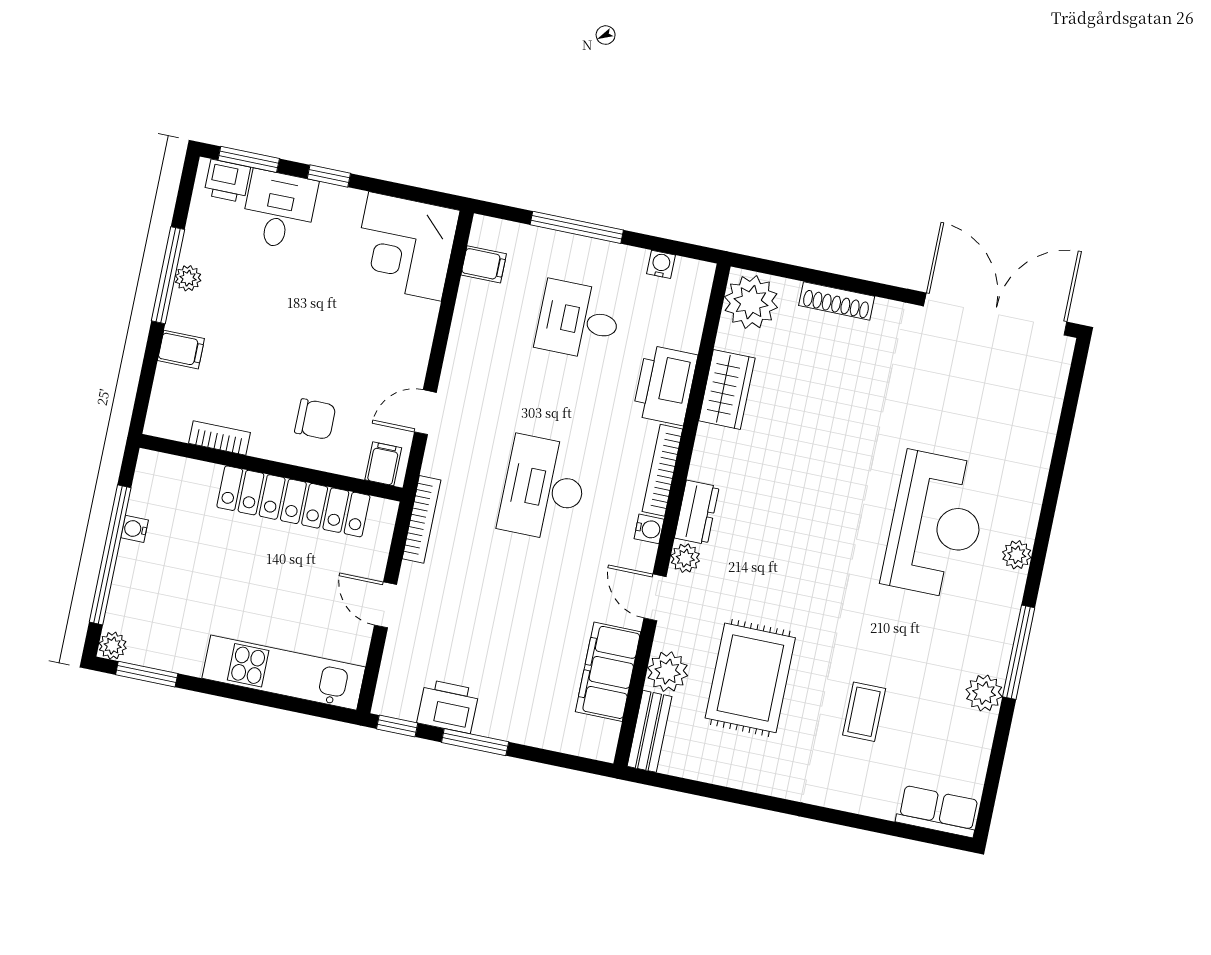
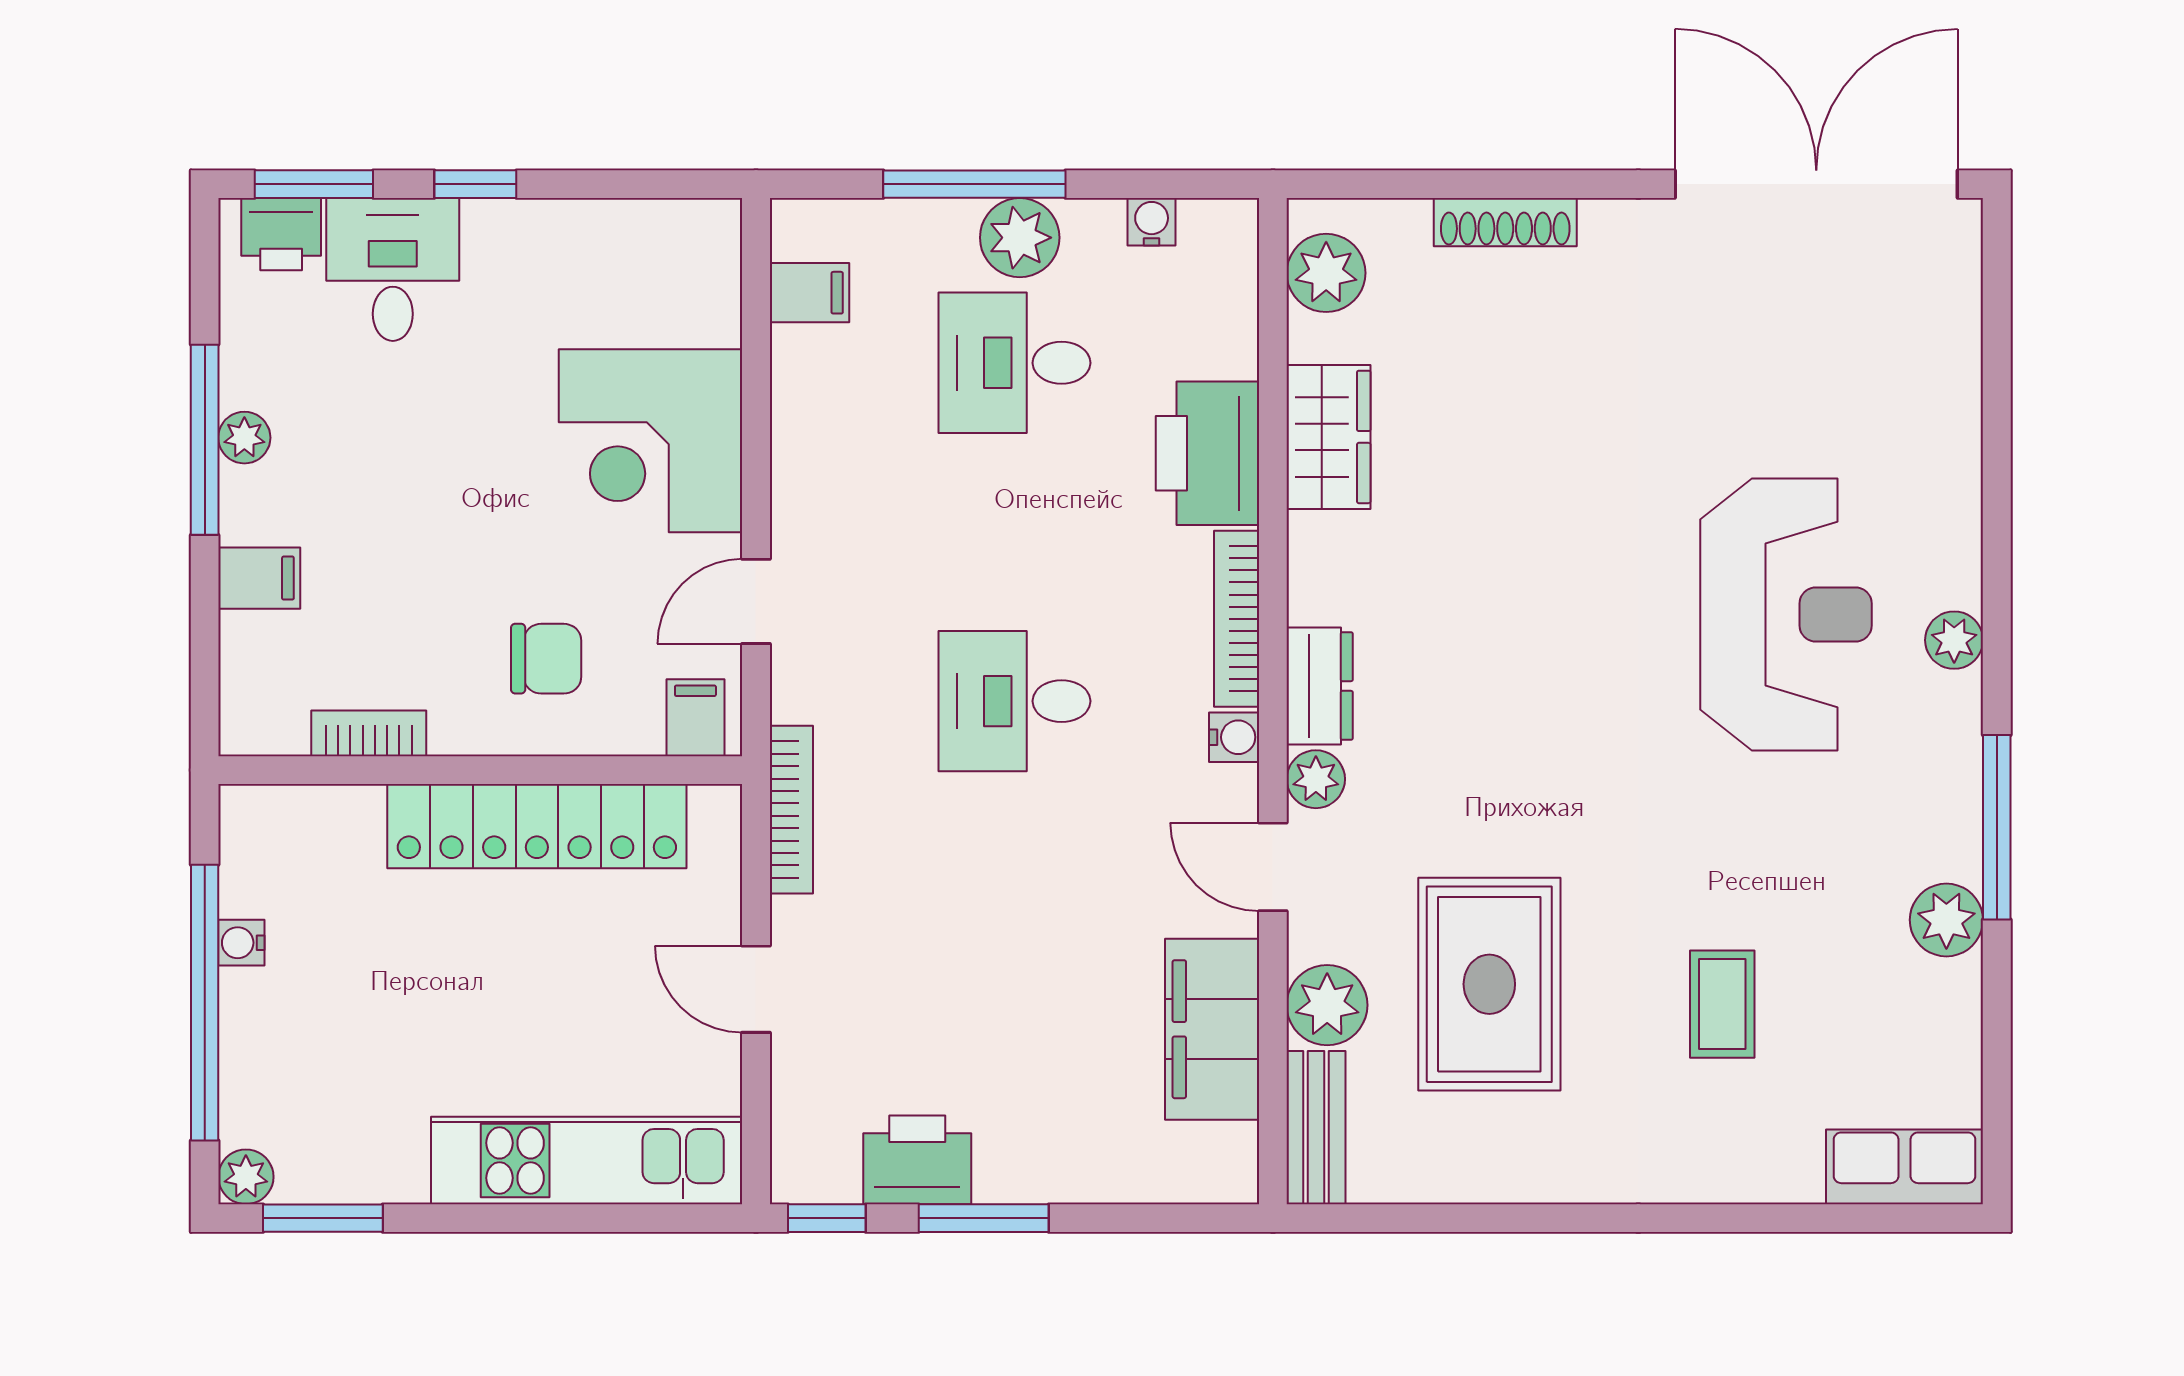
corner desk: (405, 246) -> (651, 441), moved
plant: (594, 259) -> (1020, 238), added
plant: (751, 302) -> (1326, 273), width x0.73, depth x0.73
desk: (544, 488) -> (1014, 701), width x0.73

